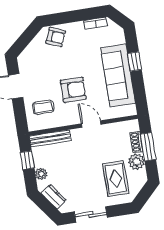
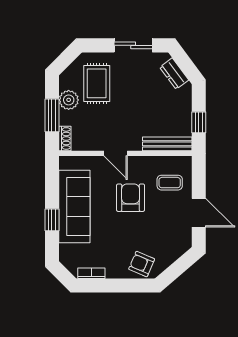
armchair: (73, 90) -> (131, 198), turned 90
shoe rack: (137, 142) -> (65, 138), moved
plant: (41, 174) -> (185, 103), removed

